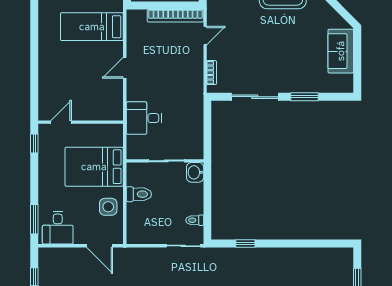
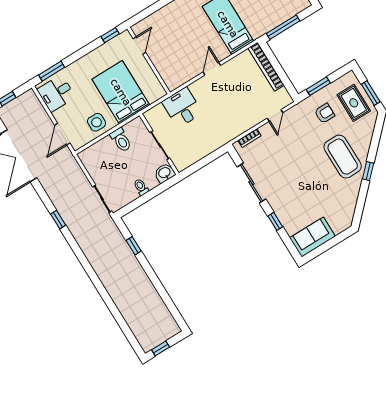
bookcase: (175, 16) -> (266, 67), moved
door: (205, 36) -> (275, 115), hinge flipped
sofa: (341, 51) -> (312, 237), moved
door: (125, 68) -> (212, 69), hinge flipped
window: (305, 97) -> (275, 221), width x0.67
door: (61, 122) -> (139, 46), hinge flipped
toilet: (195, 220) -> (141, 187), moved

